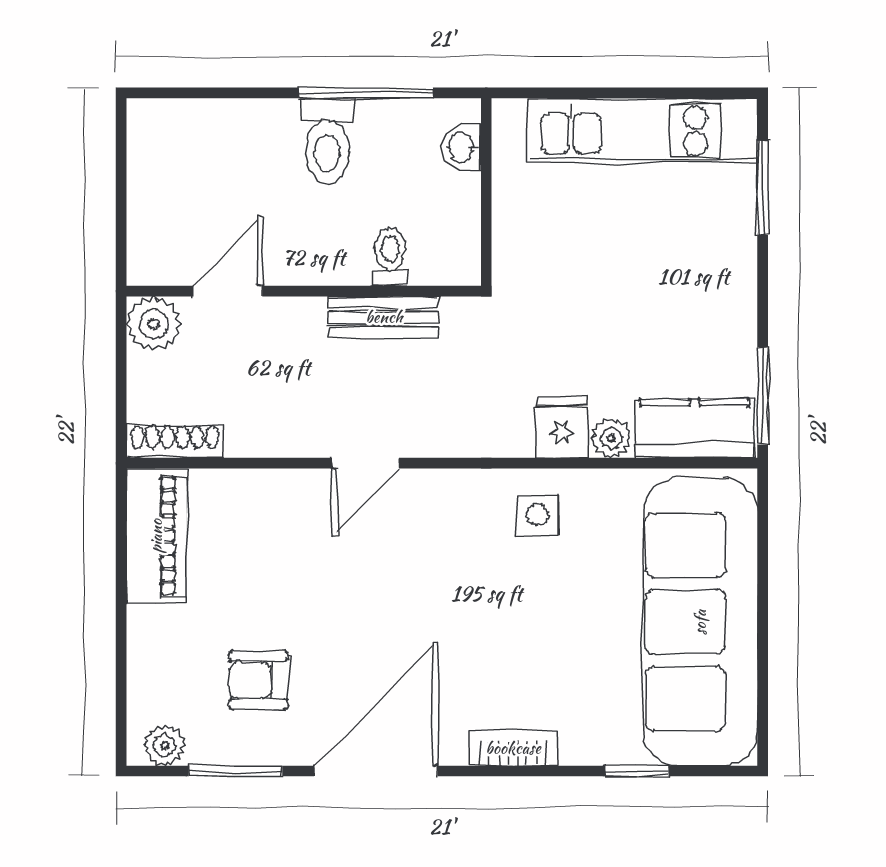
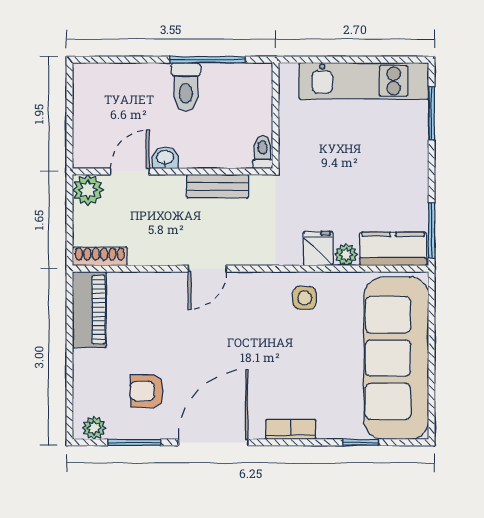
washbasin: (462, 147) -> (165, 158), moved, turned 90
toilet: (390, 257) -> (263, 152), moved

